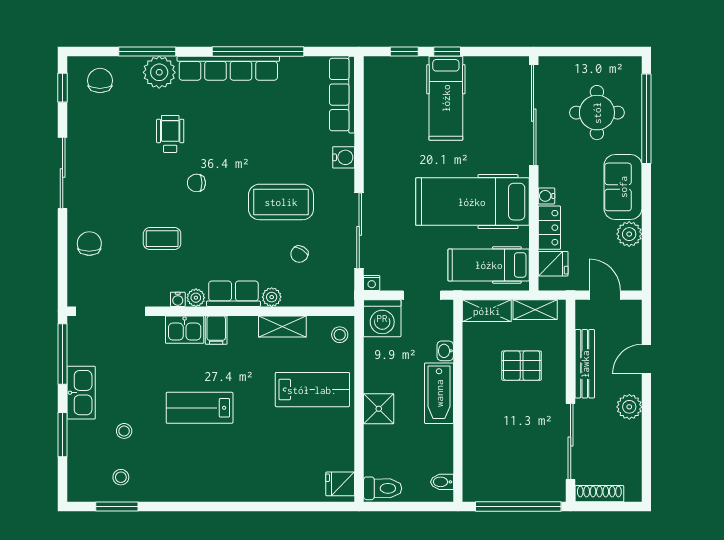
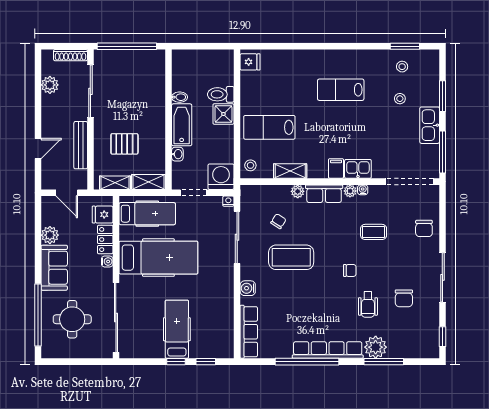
chair: (100, 81) -> (404, 298), moved
plant: (629, 407) -> (50, 85), moved
lab bench: (200, 408) -> (341, 90), moved, turned 180
bidet: (442, 482) -> (180, 97), moved
toilet: (383, 488) -> (221, 94), moved

